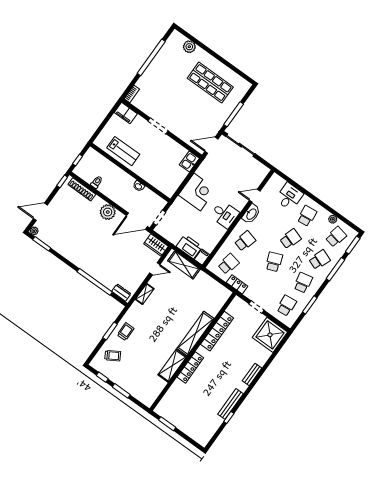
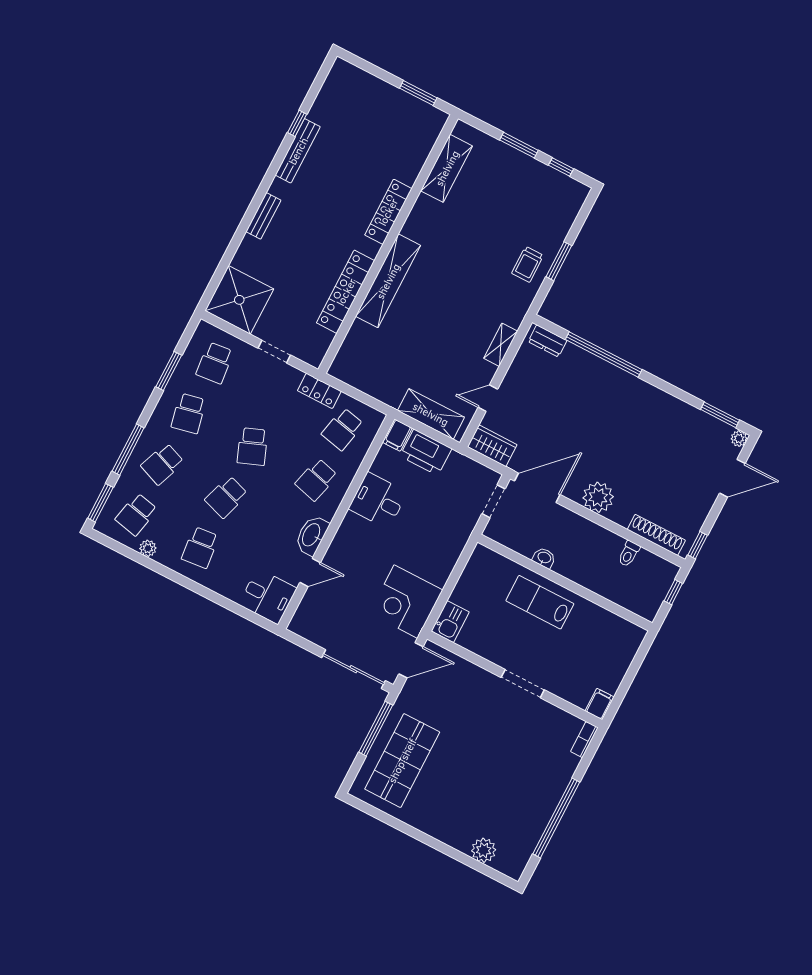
shop shelf: (210, 83) -> (402, 761), moved, turned 90
filing cabinet: (126, 113) -> (600, 704), width x0.50
lab bench: (123, 151) -> (540, 602), moved
corner desk: (197, 192) -> (406, 602), moved
desk: (289, 197) -> (268, 596), moved, turned -90
desk: (225, 214) -> (378, 501), moved
trolley: (113, 356) -> (546, 213), removed
shelving: (172, 366) -> (447, 168), moved

